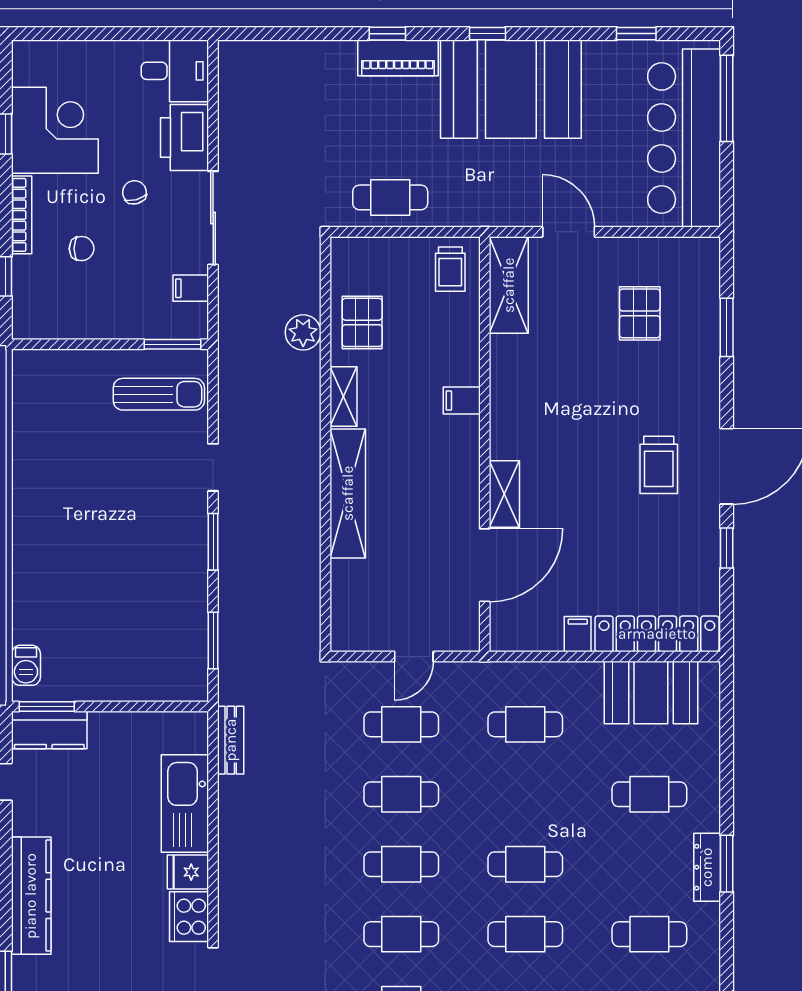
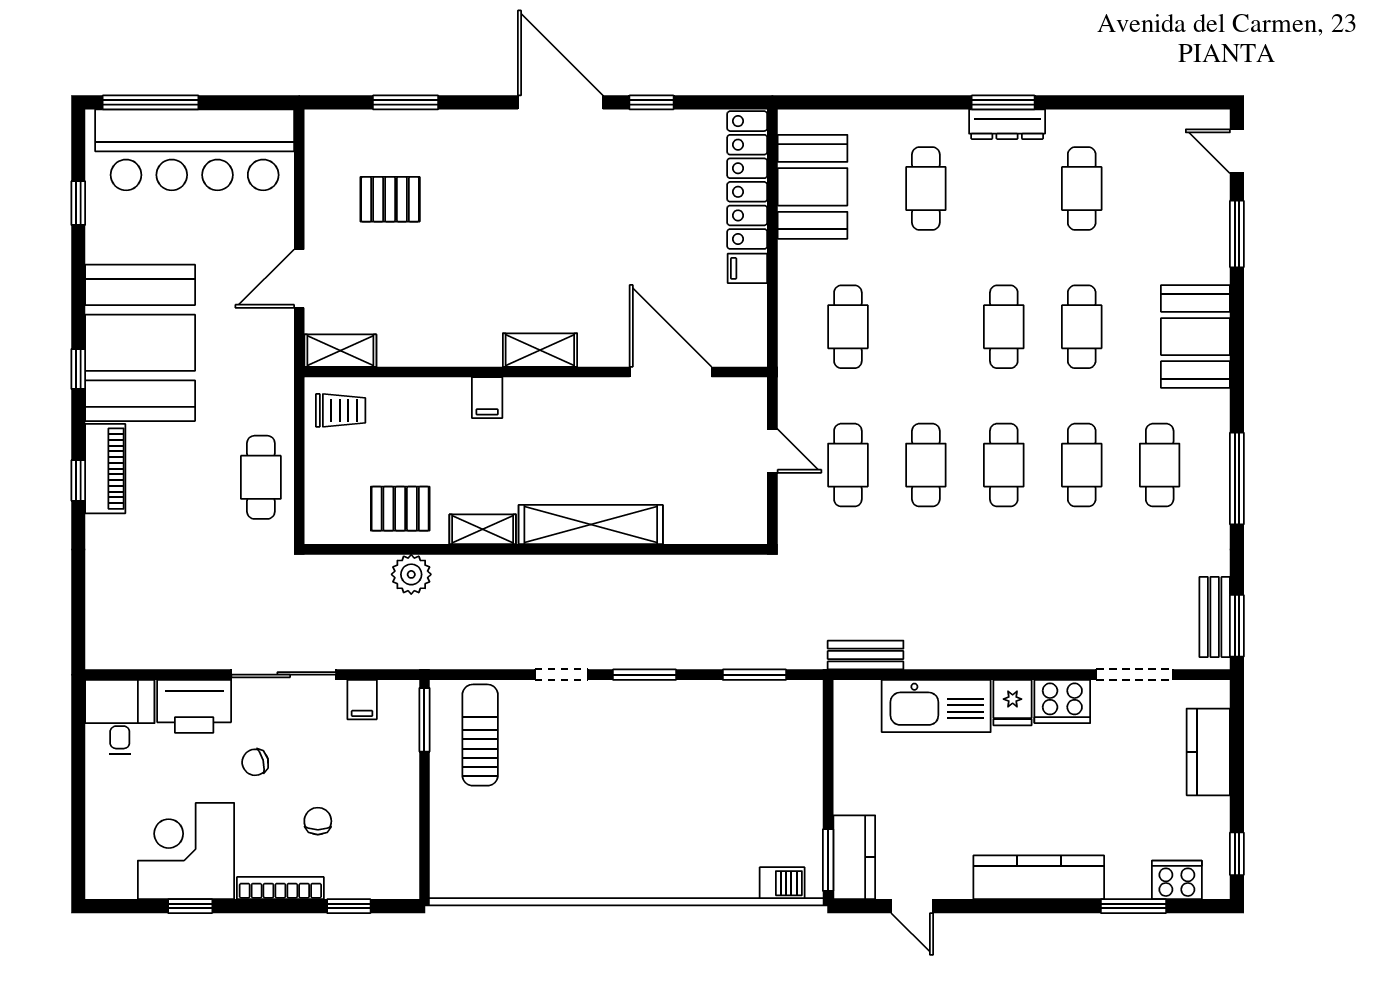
shelving: (509, 285) -> (340, 351), width x0.67, depth x0.75
trolley: (659, 465) -> (559, 178), removed
shelving: (504, 494) -> (540, 350), moved

